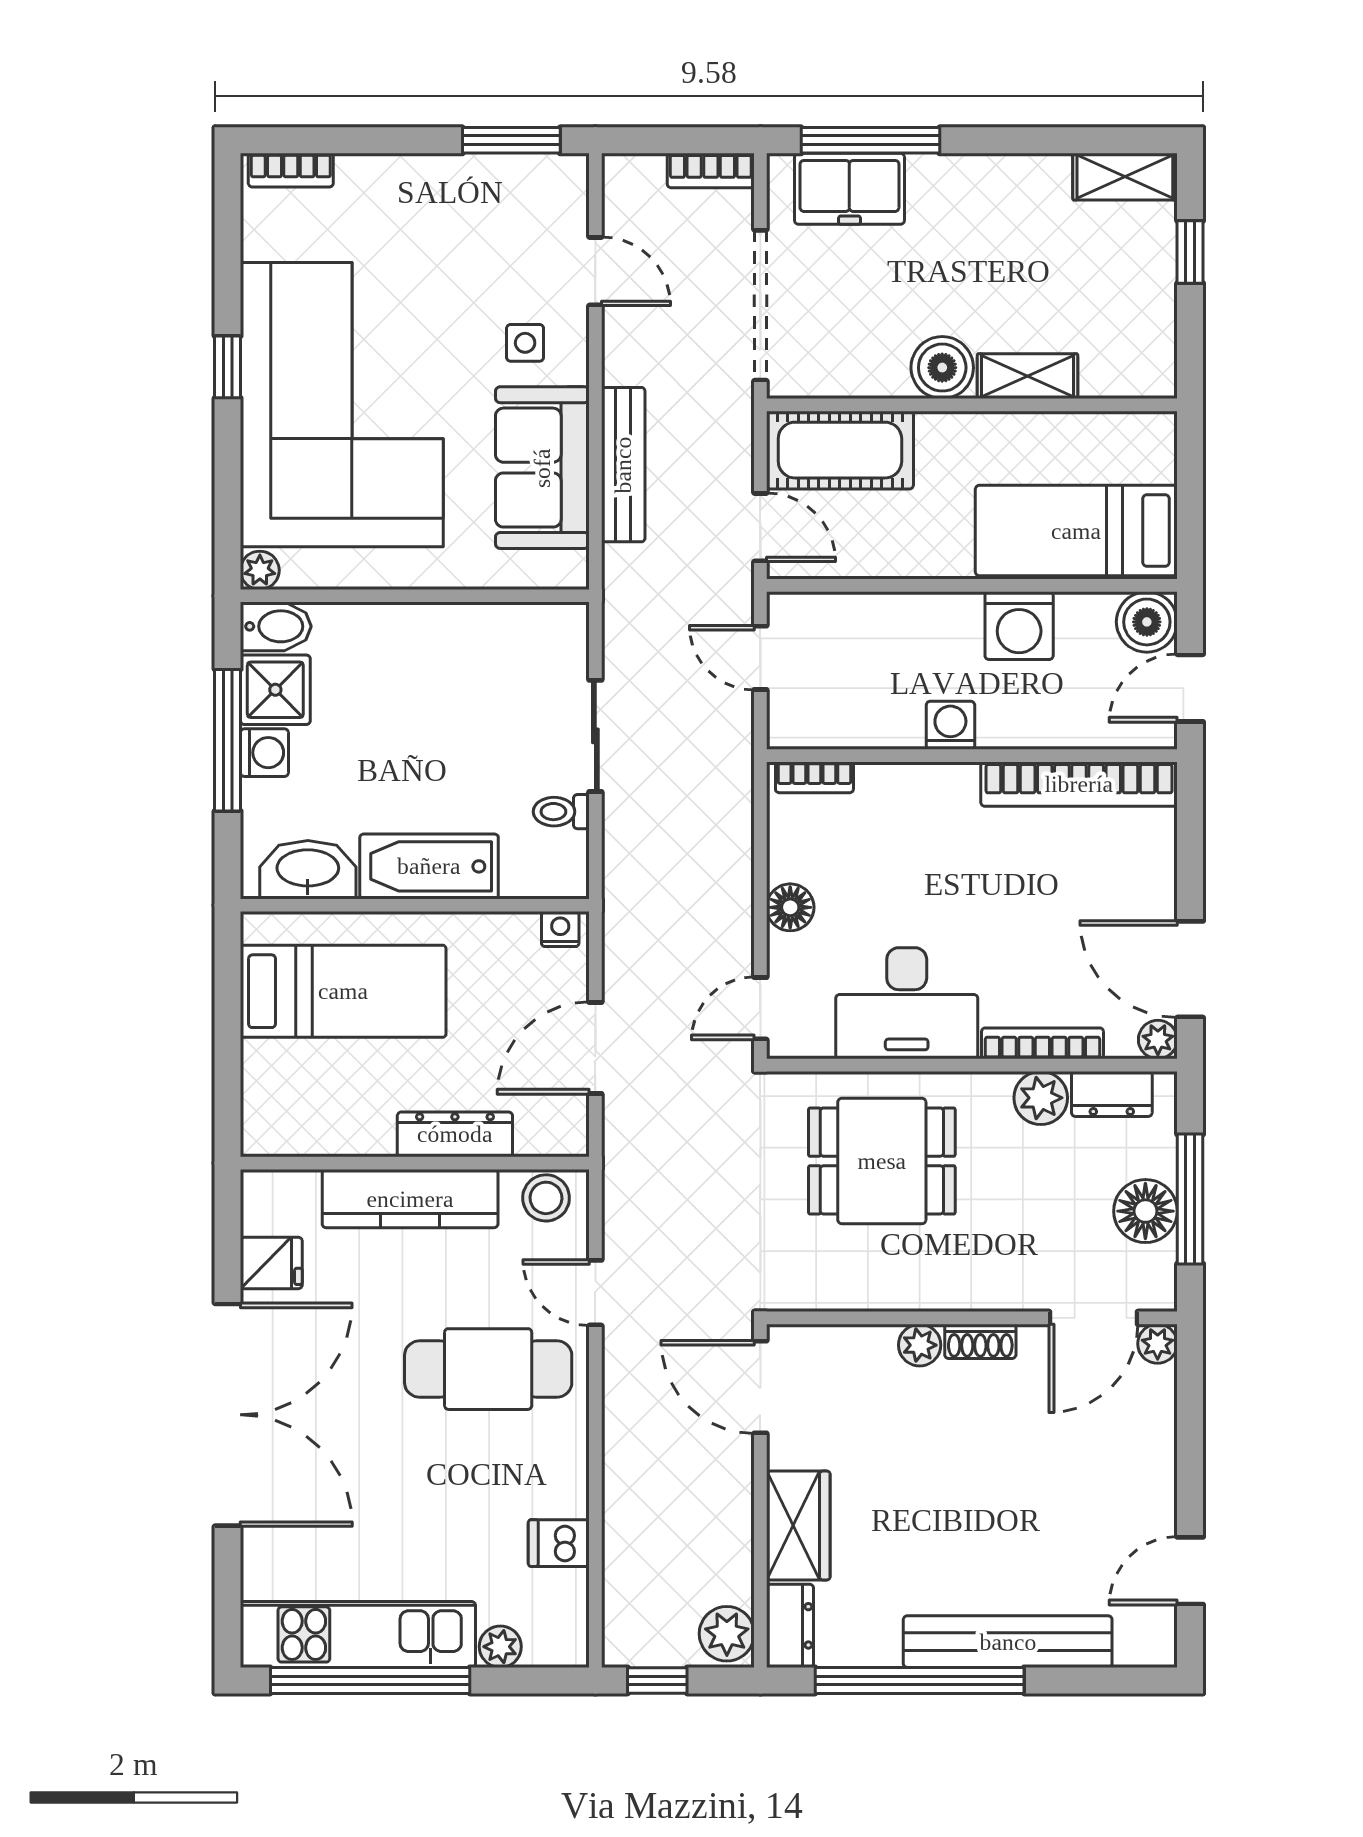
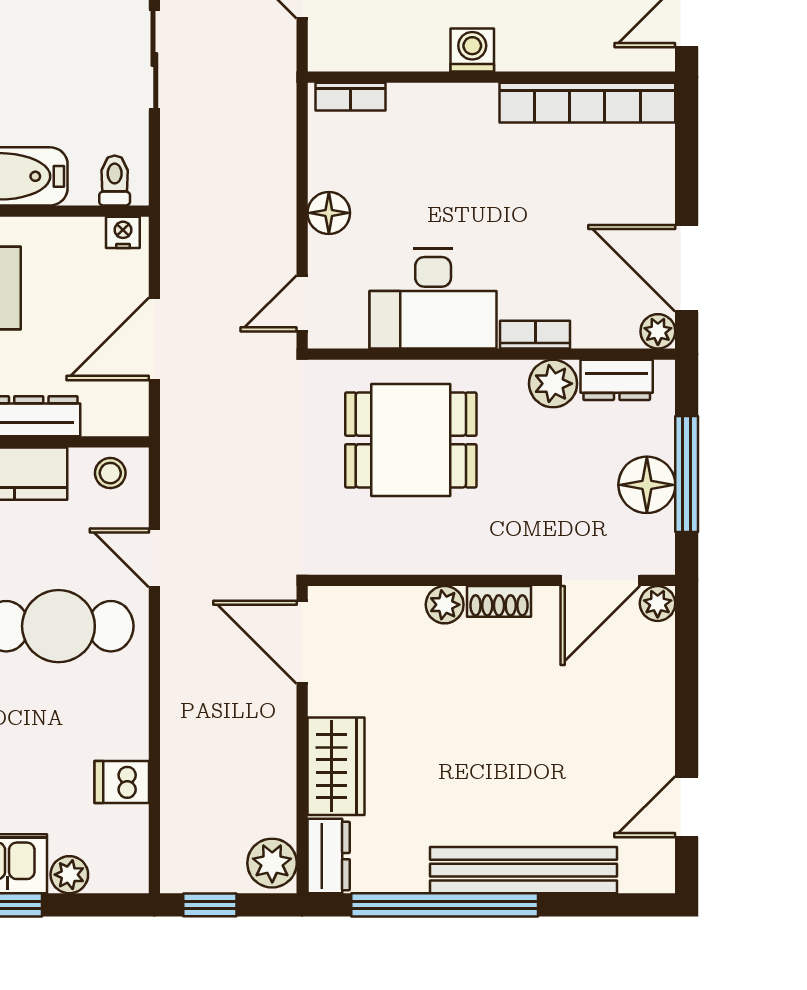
toilet: (561, 812) -> (115, 180), moved, turned 90
bookcase: (1042, 1043) -> (535, 335), width x0.64
stool: (546, 1198) -> (110, 473), width x0.73, depth x0.73

